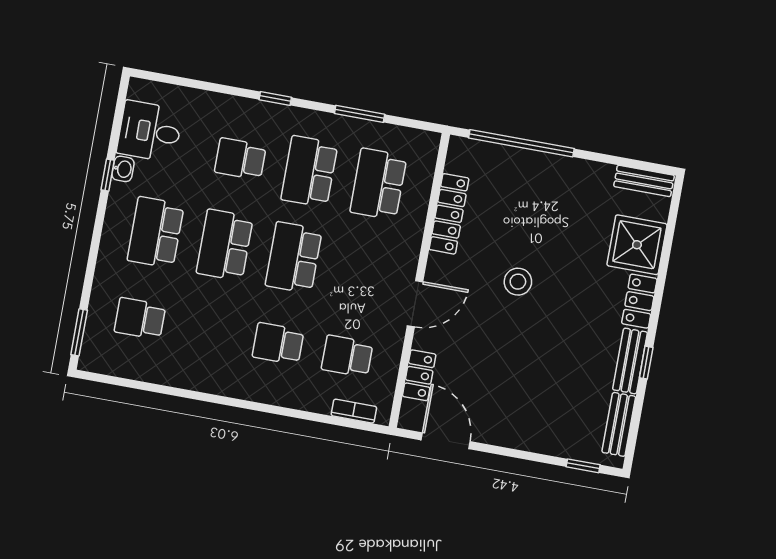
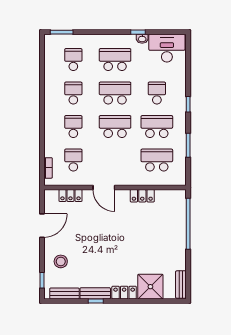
desk: (150, 131) -> (167, 48), width x1.37
locker: (449, 214) -> (142, 196), width x0.66
stool: (518, 282) -> (61, 261), moved
school desk: (209, 331) -> (73, 93), added
door: (446, 441) -> (42, 226), moved

